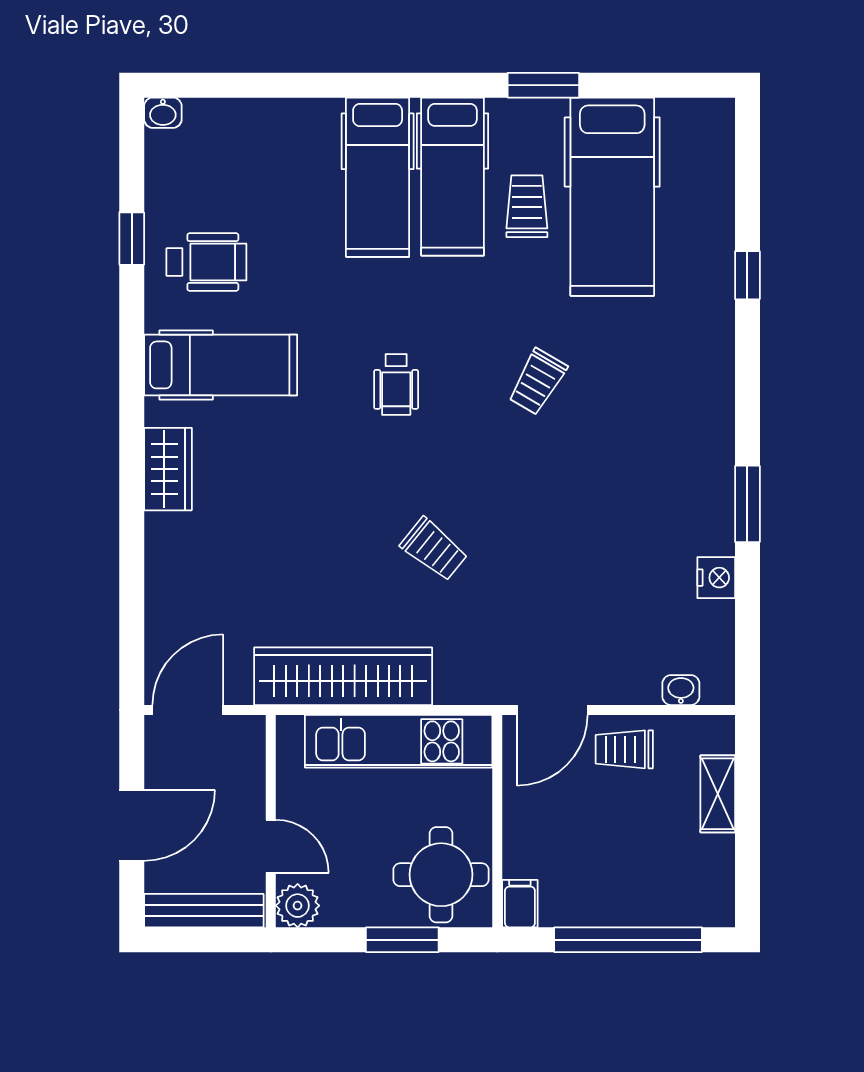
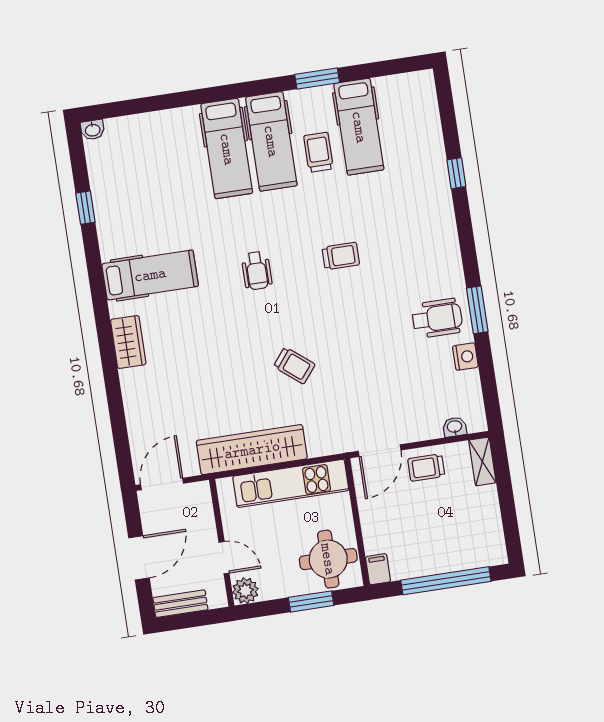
hospital bed: (612, 197) -> (359, 127), width x0.73, depth x0.78
wheelchair: (206, 262) -> (437, 318), moved
trolley: (537, 382) -> (341, 256), turned -120
shelving: (718, 794) -> (482, 461), moved
bench: (204, 911) -> (180, 604), width x0.73

